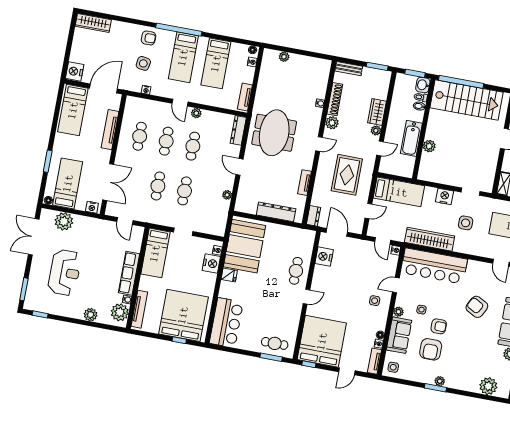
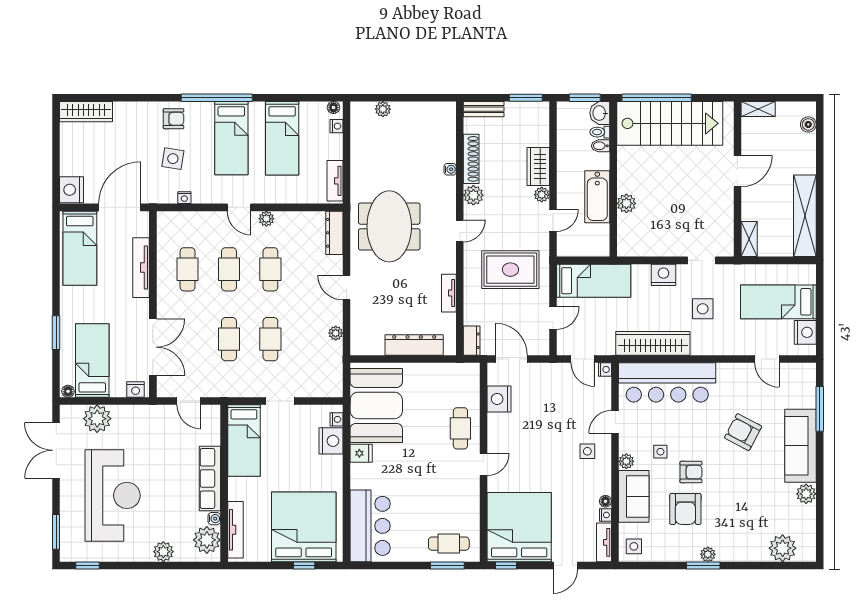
rug: (347, 175) -> (510, 270), turned 90
reception desk: (65, 273) -> (113, 495), width x1.36, depth x1.30

